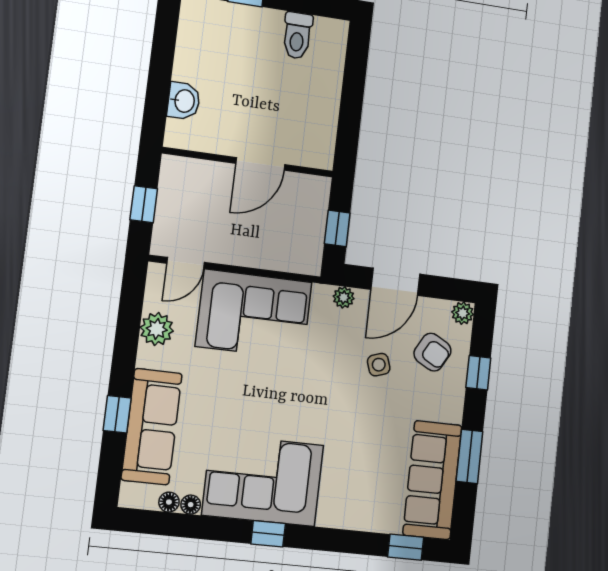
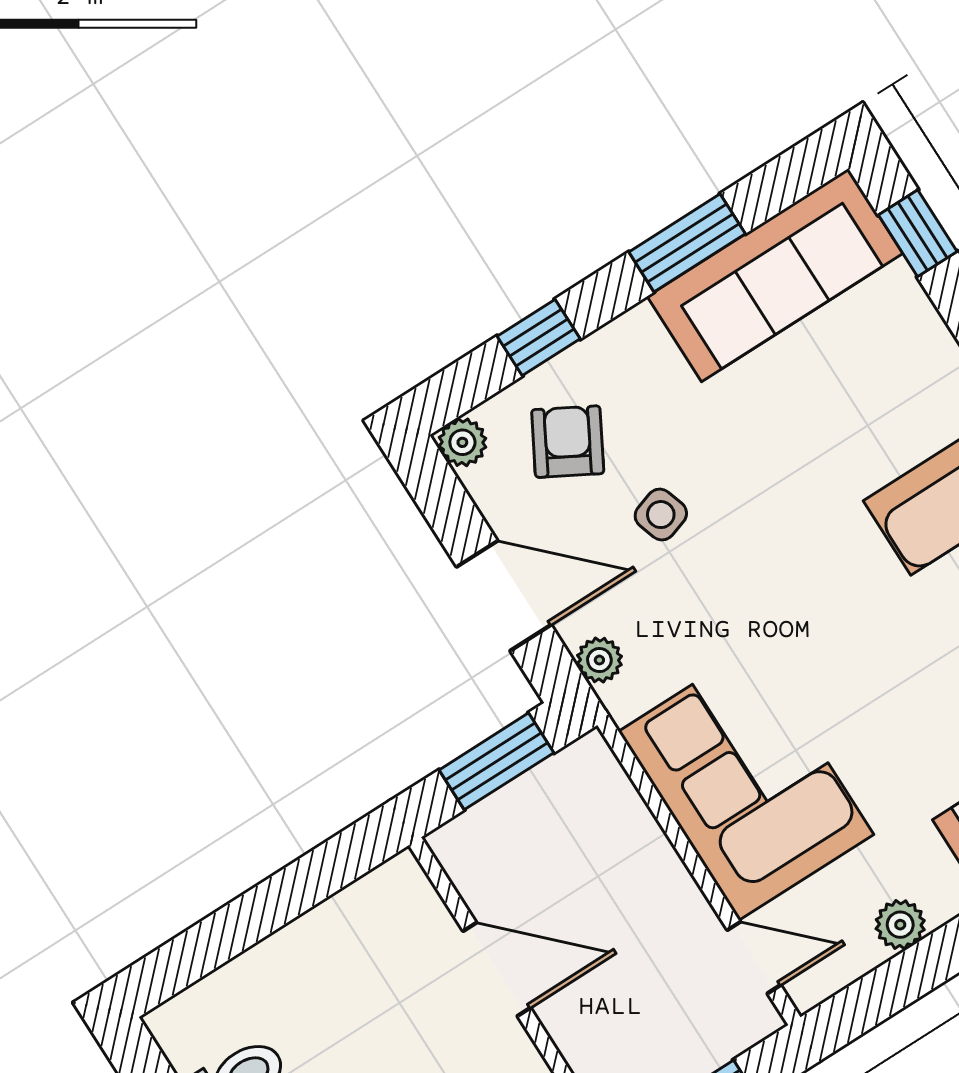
window: (337, 228) -> (496, 761), width x1.50
plant: (157, 329) -> (900, 925), width x0.73, depth x0.73

